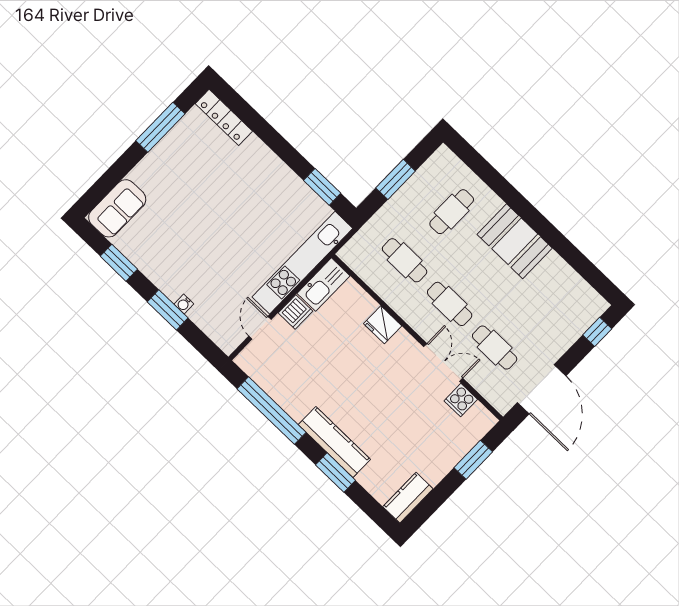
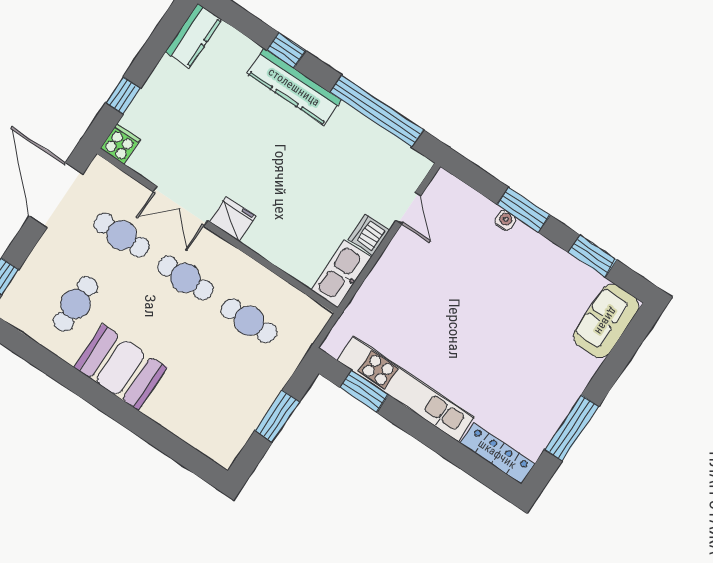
cafe table: (452, 212) -> (76, 304), moved
kitchen unit: (302, 263) -> (406, 389), moved, turned -90
fridge: (383, 325) -> (233, 219), moved
cooker: (461, 400) -> (120, 144), moved
window: (473, 460) -> (123, 96), width x0.67
window: (335, 473) -> (286, 50), width x0.67

